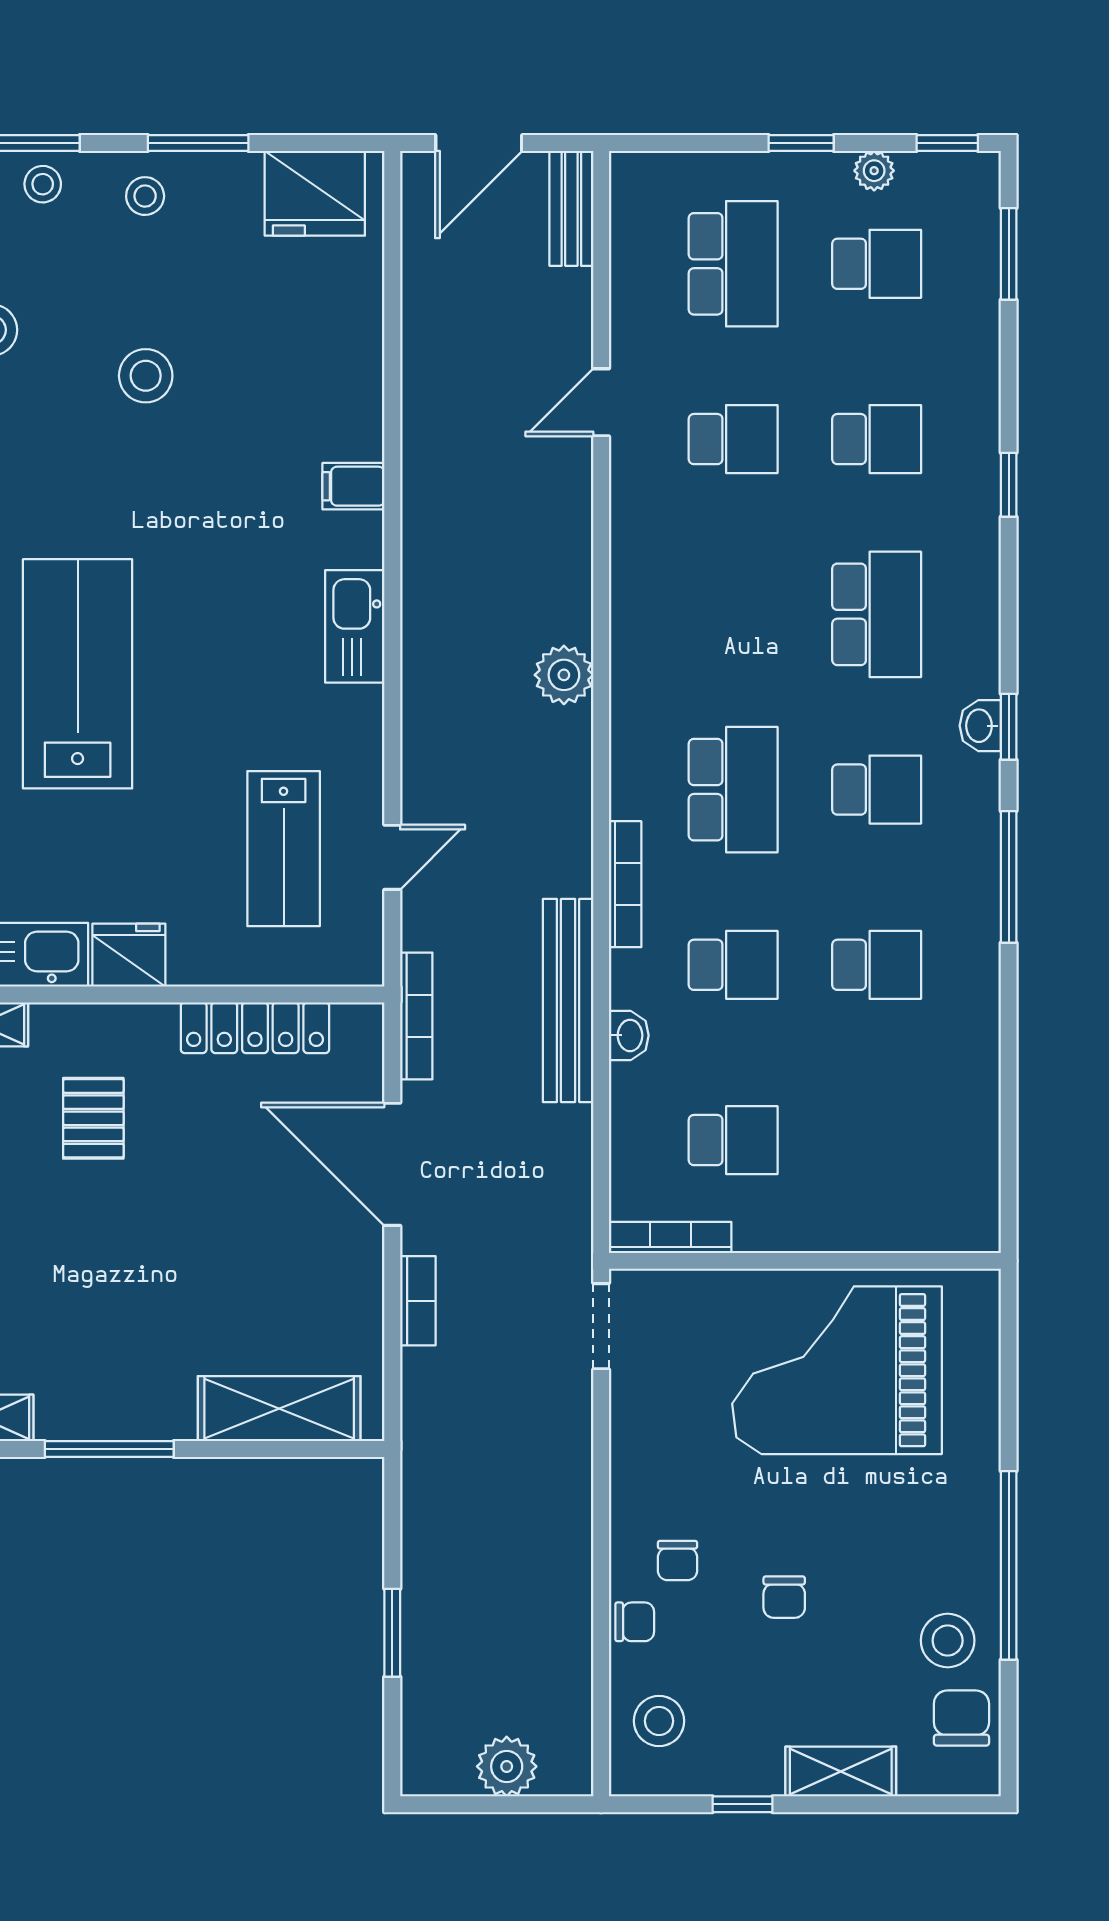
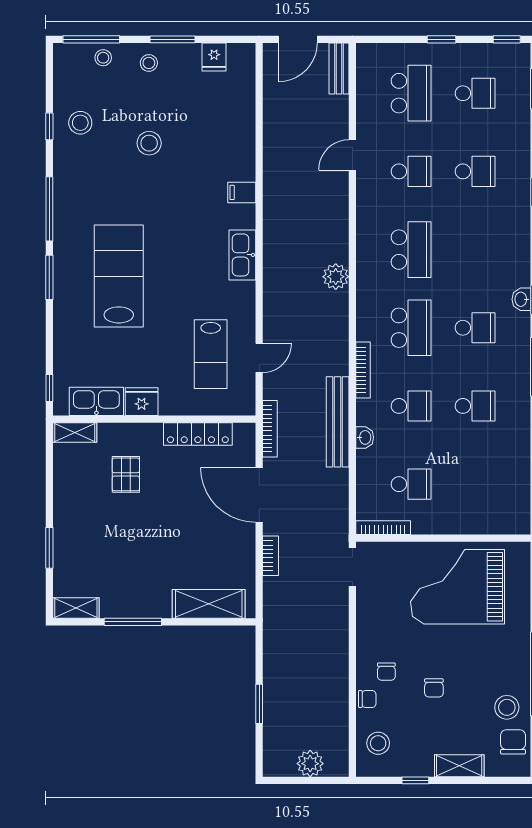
plant: (874, 171) -> (474, 52), removed
fridge: (315, 193) -> (214, 57), width x0.53, depth x0.75
school desk: (877, 614) -> (411, 250), moved

